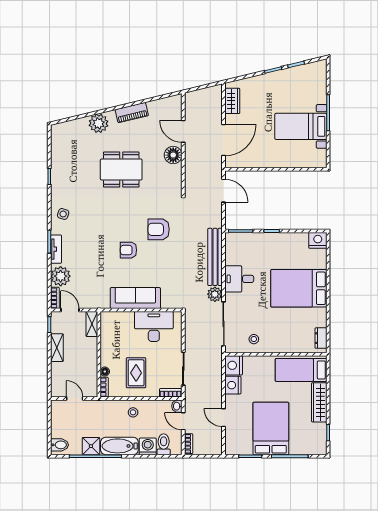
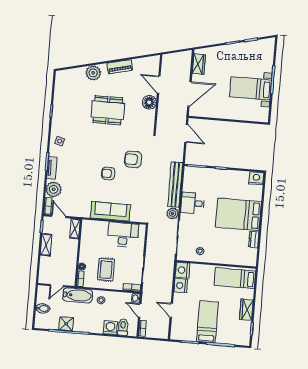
dresser: (321, 338) -> (254, 239), moved
door: (75, 399) -> (57, 286), swing flipped
wardrobe: (319, 402) -> (246, 310), width x0.67
bed: (271, 428) -> (207, 322), width x0.67
bidet: (60, 445) -> (43, 308), moved
bathtub: (119, 446) -> (78, 295), moved, turned 180

